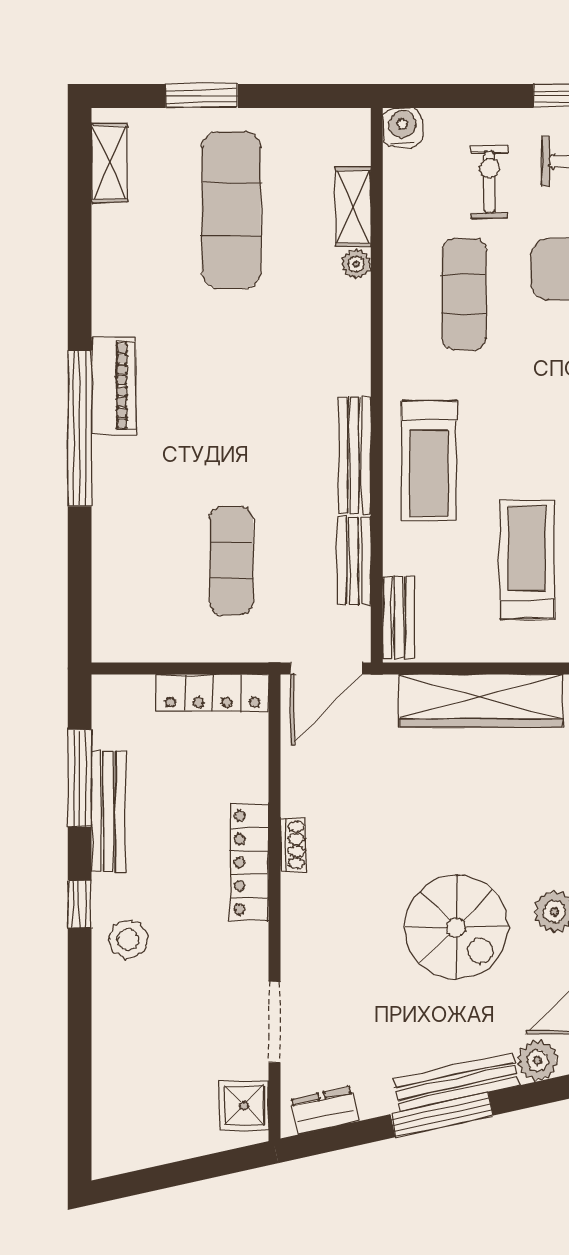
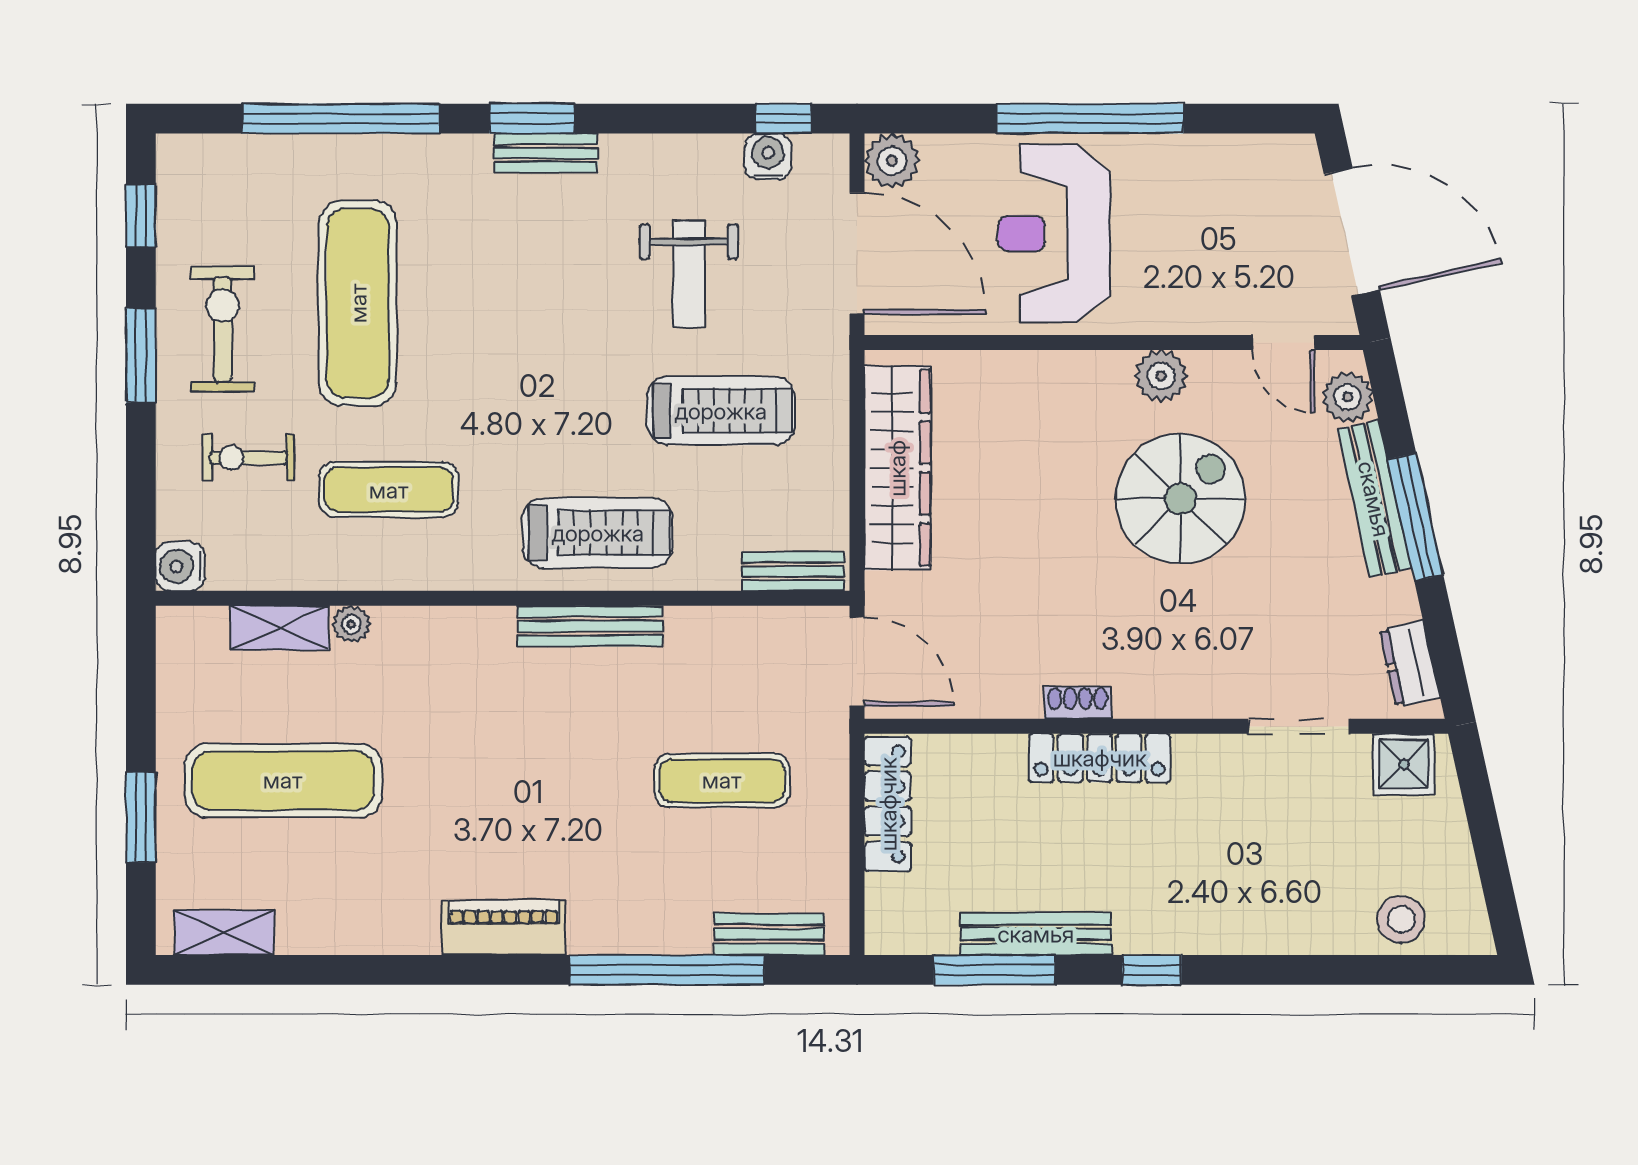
window: (80, 428) -> (667, 970), moved
bench: (354, 560) -> (769, 934), moved
treadmill: (527, 560) -> (721, 411), turned 180
stool: (128, 939) -> (1401, 919), moved

